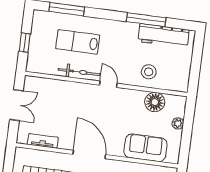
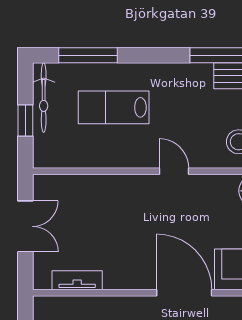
bicycle: (79, 72) -> (44, 98), moved, turned 90
door: (89, 154) -> (184, 293), moved

